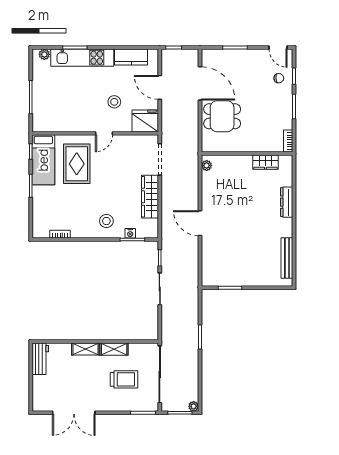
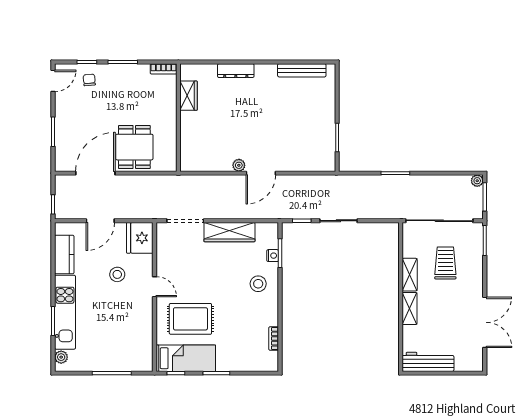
plant: (207, 165) -> (239, 165), moved
workbench: (40, 359) -> (428, 362), width x1.38

